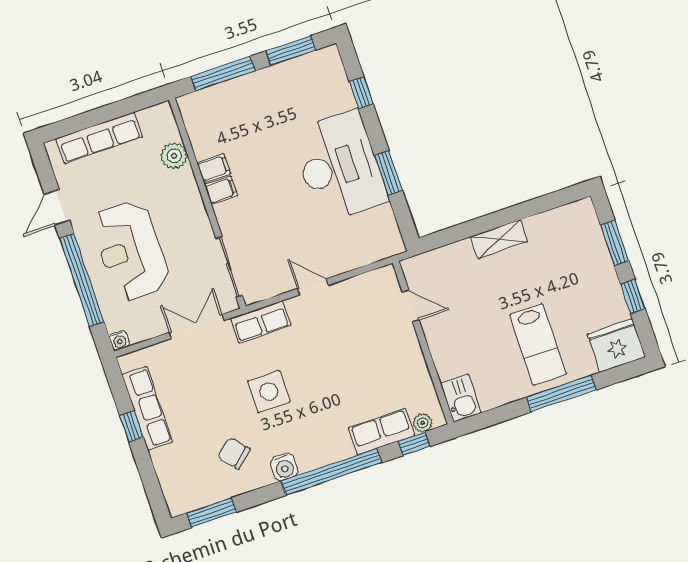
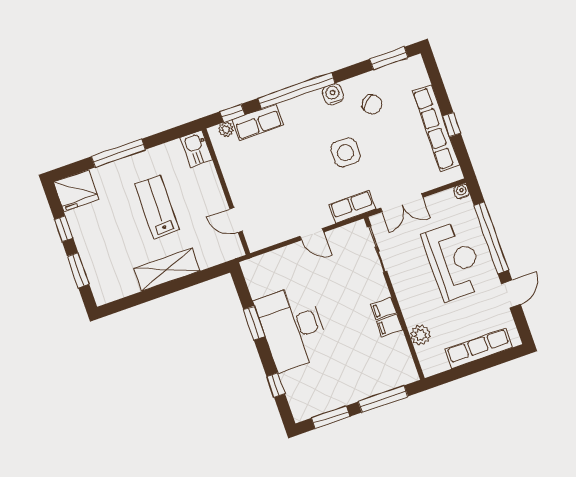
shelving: (499, 239) -> (167, 269), width x1.50, depth x1.33
lab bench: (538, 344) -> (157, 207), moved
row of seats: (147, 409) -> (436, 128), width x1.36

